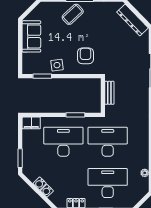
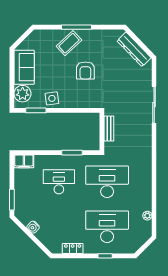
armchair: (85, 56) -> (85, 70), moved, turned 180
plant: (30, 61) -> (23, 94), added
desk: (63, 142) -> (59, 182), width x0.73, depth x0.77
water cooler: (47, 191) -> (41, 235), removed

